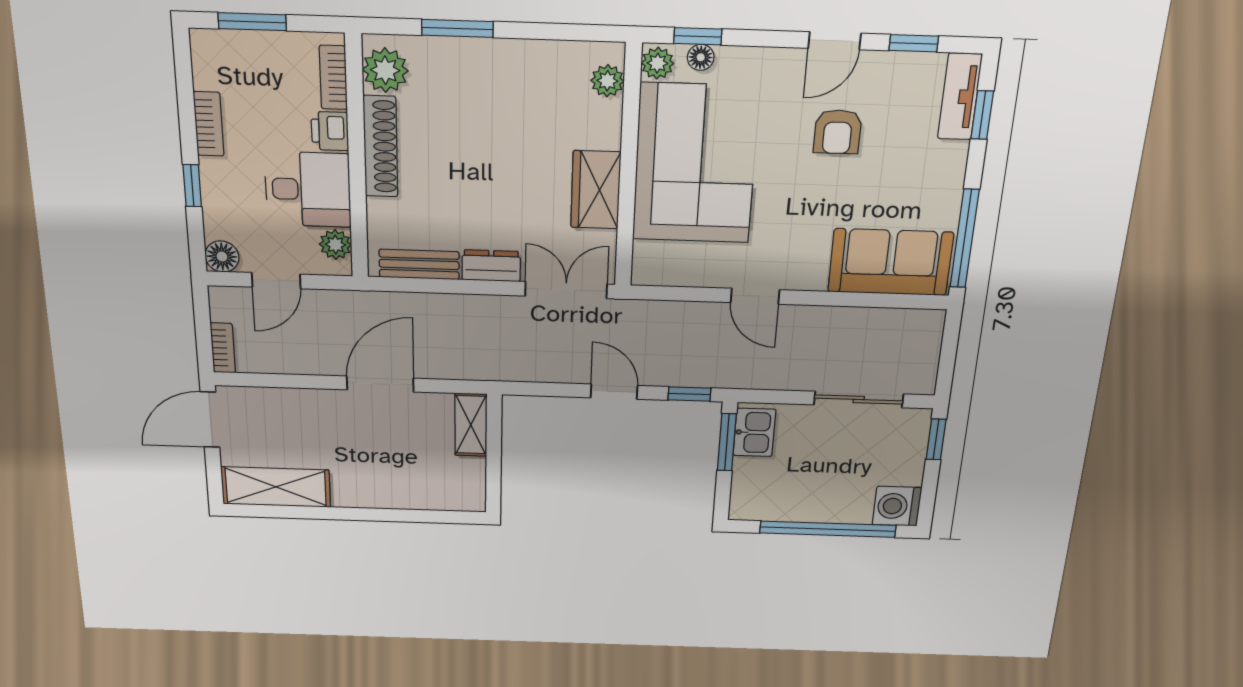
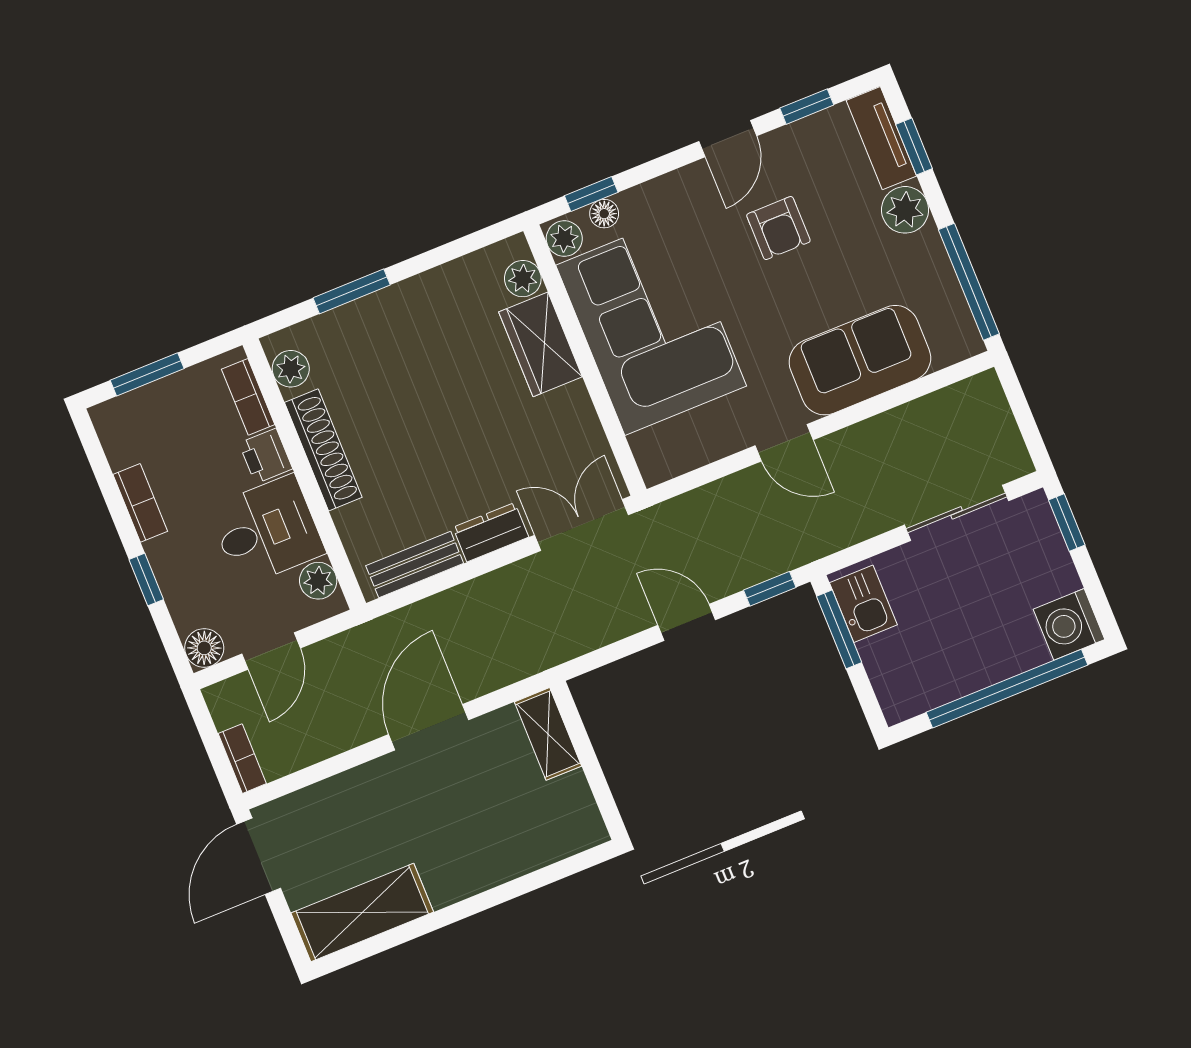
plant: (385, 70) -> (291, 369), width x0.73, depth x0.73
plant: (946, 162) -> (905, 210), added
wardrobe: (596, 190) -> (541, 344), moved
sofa: (890, 262) -> (860, 360), moved

